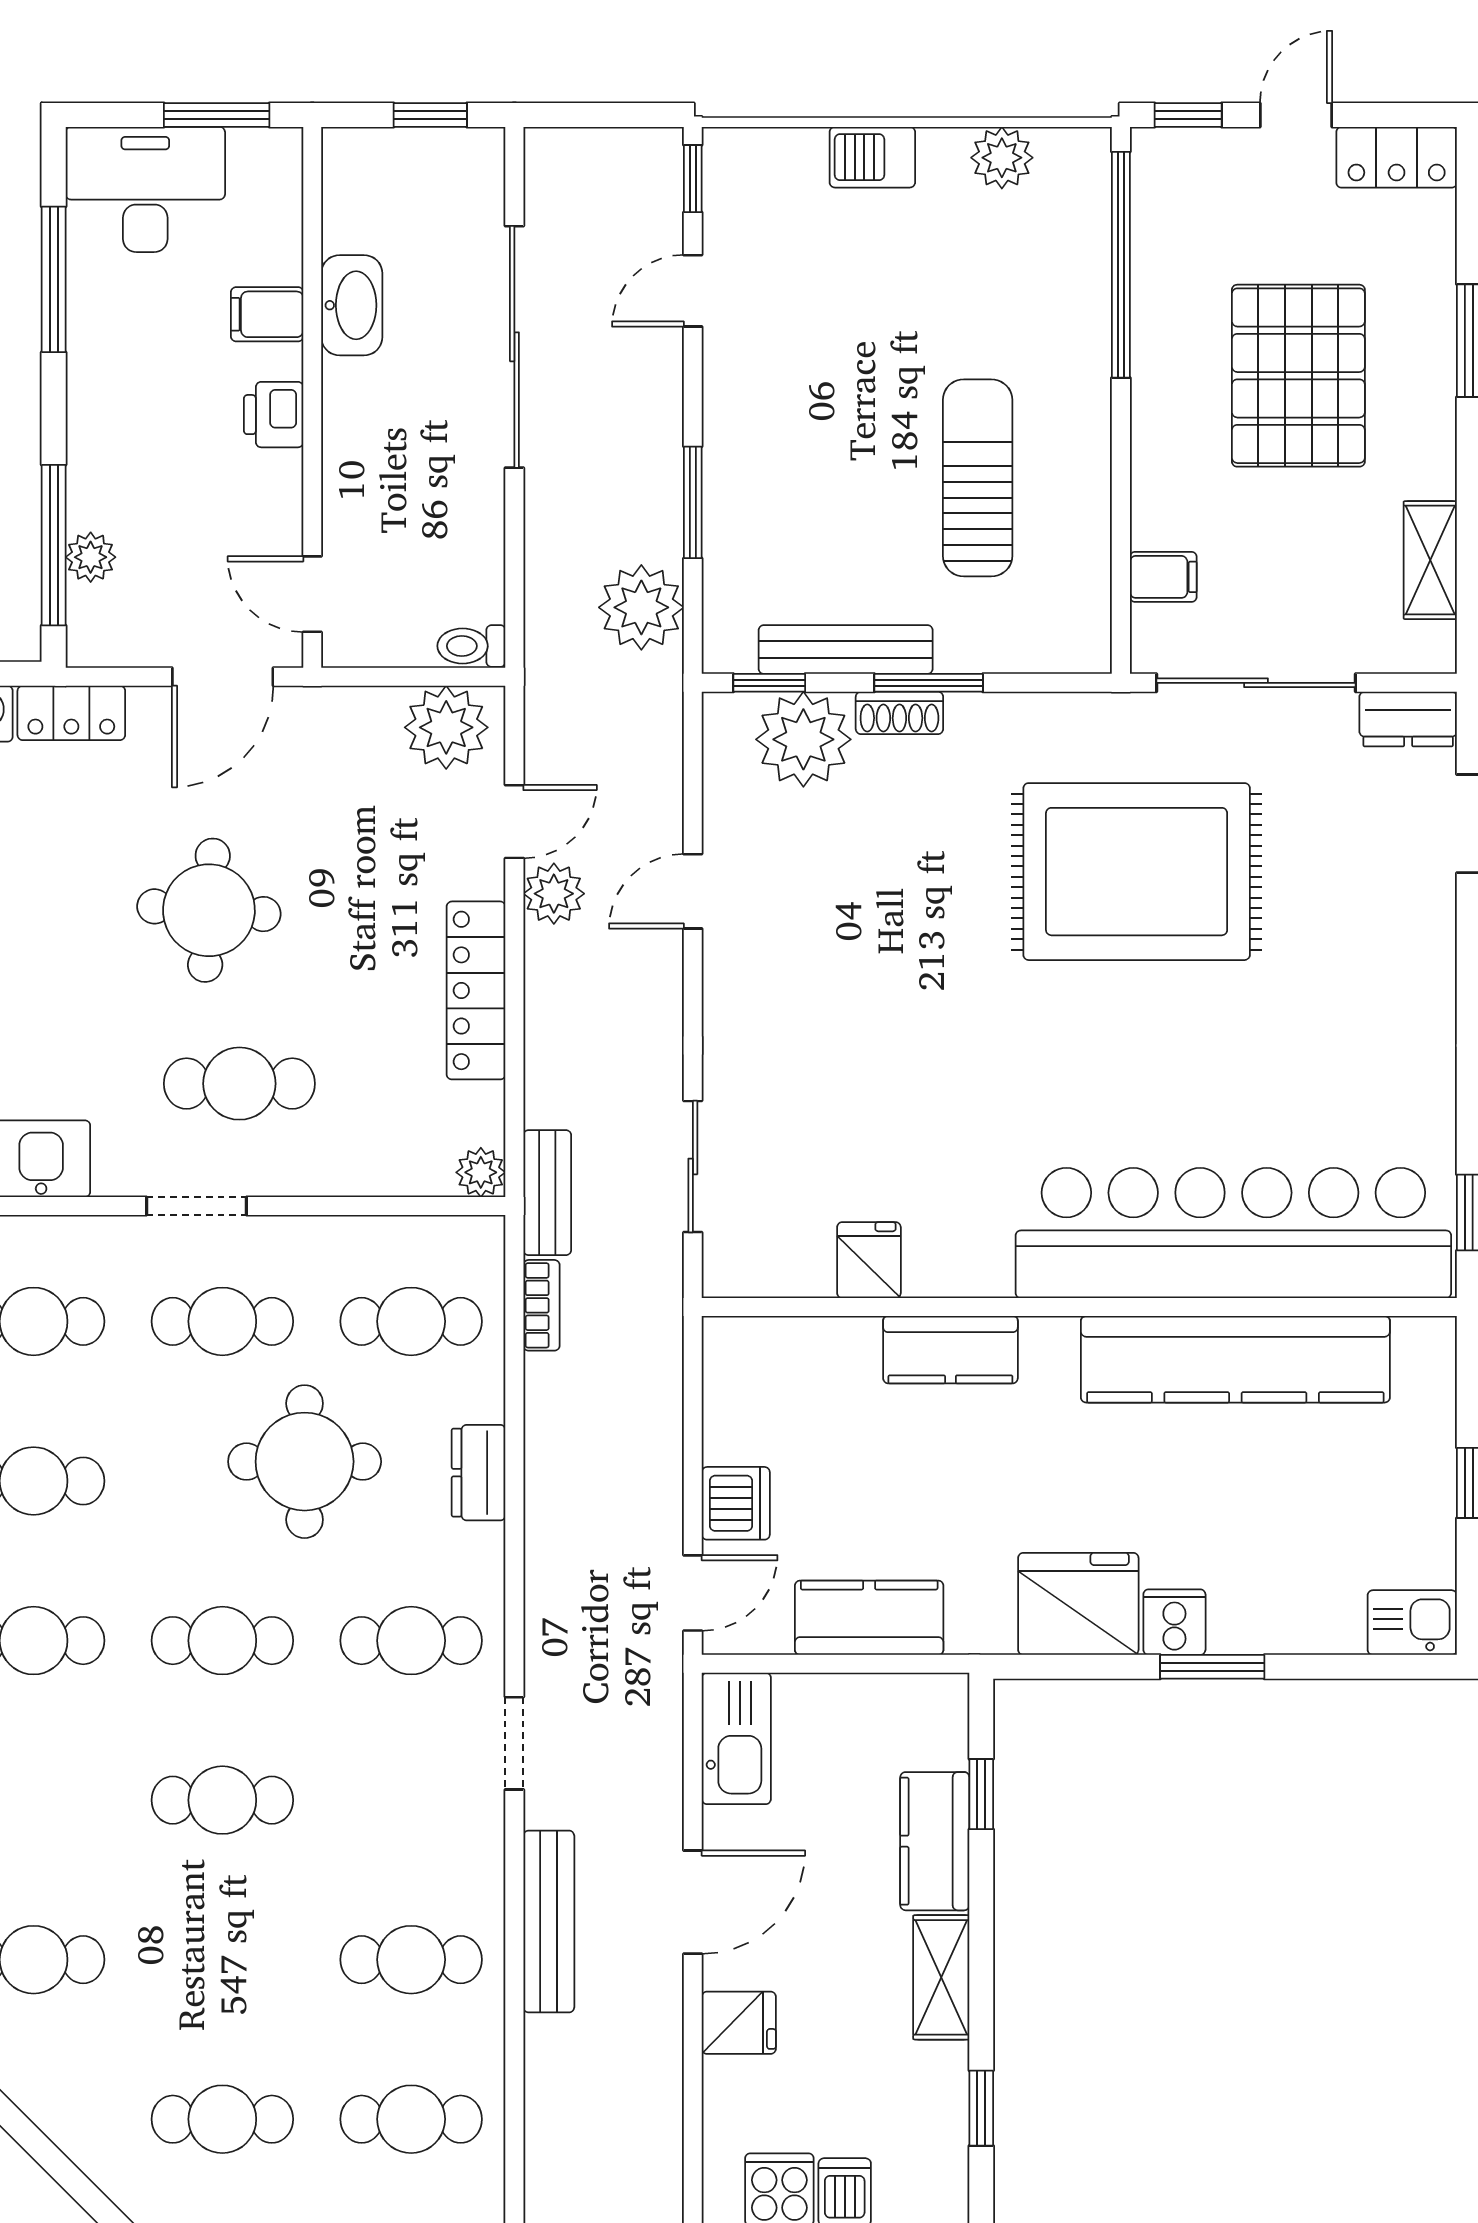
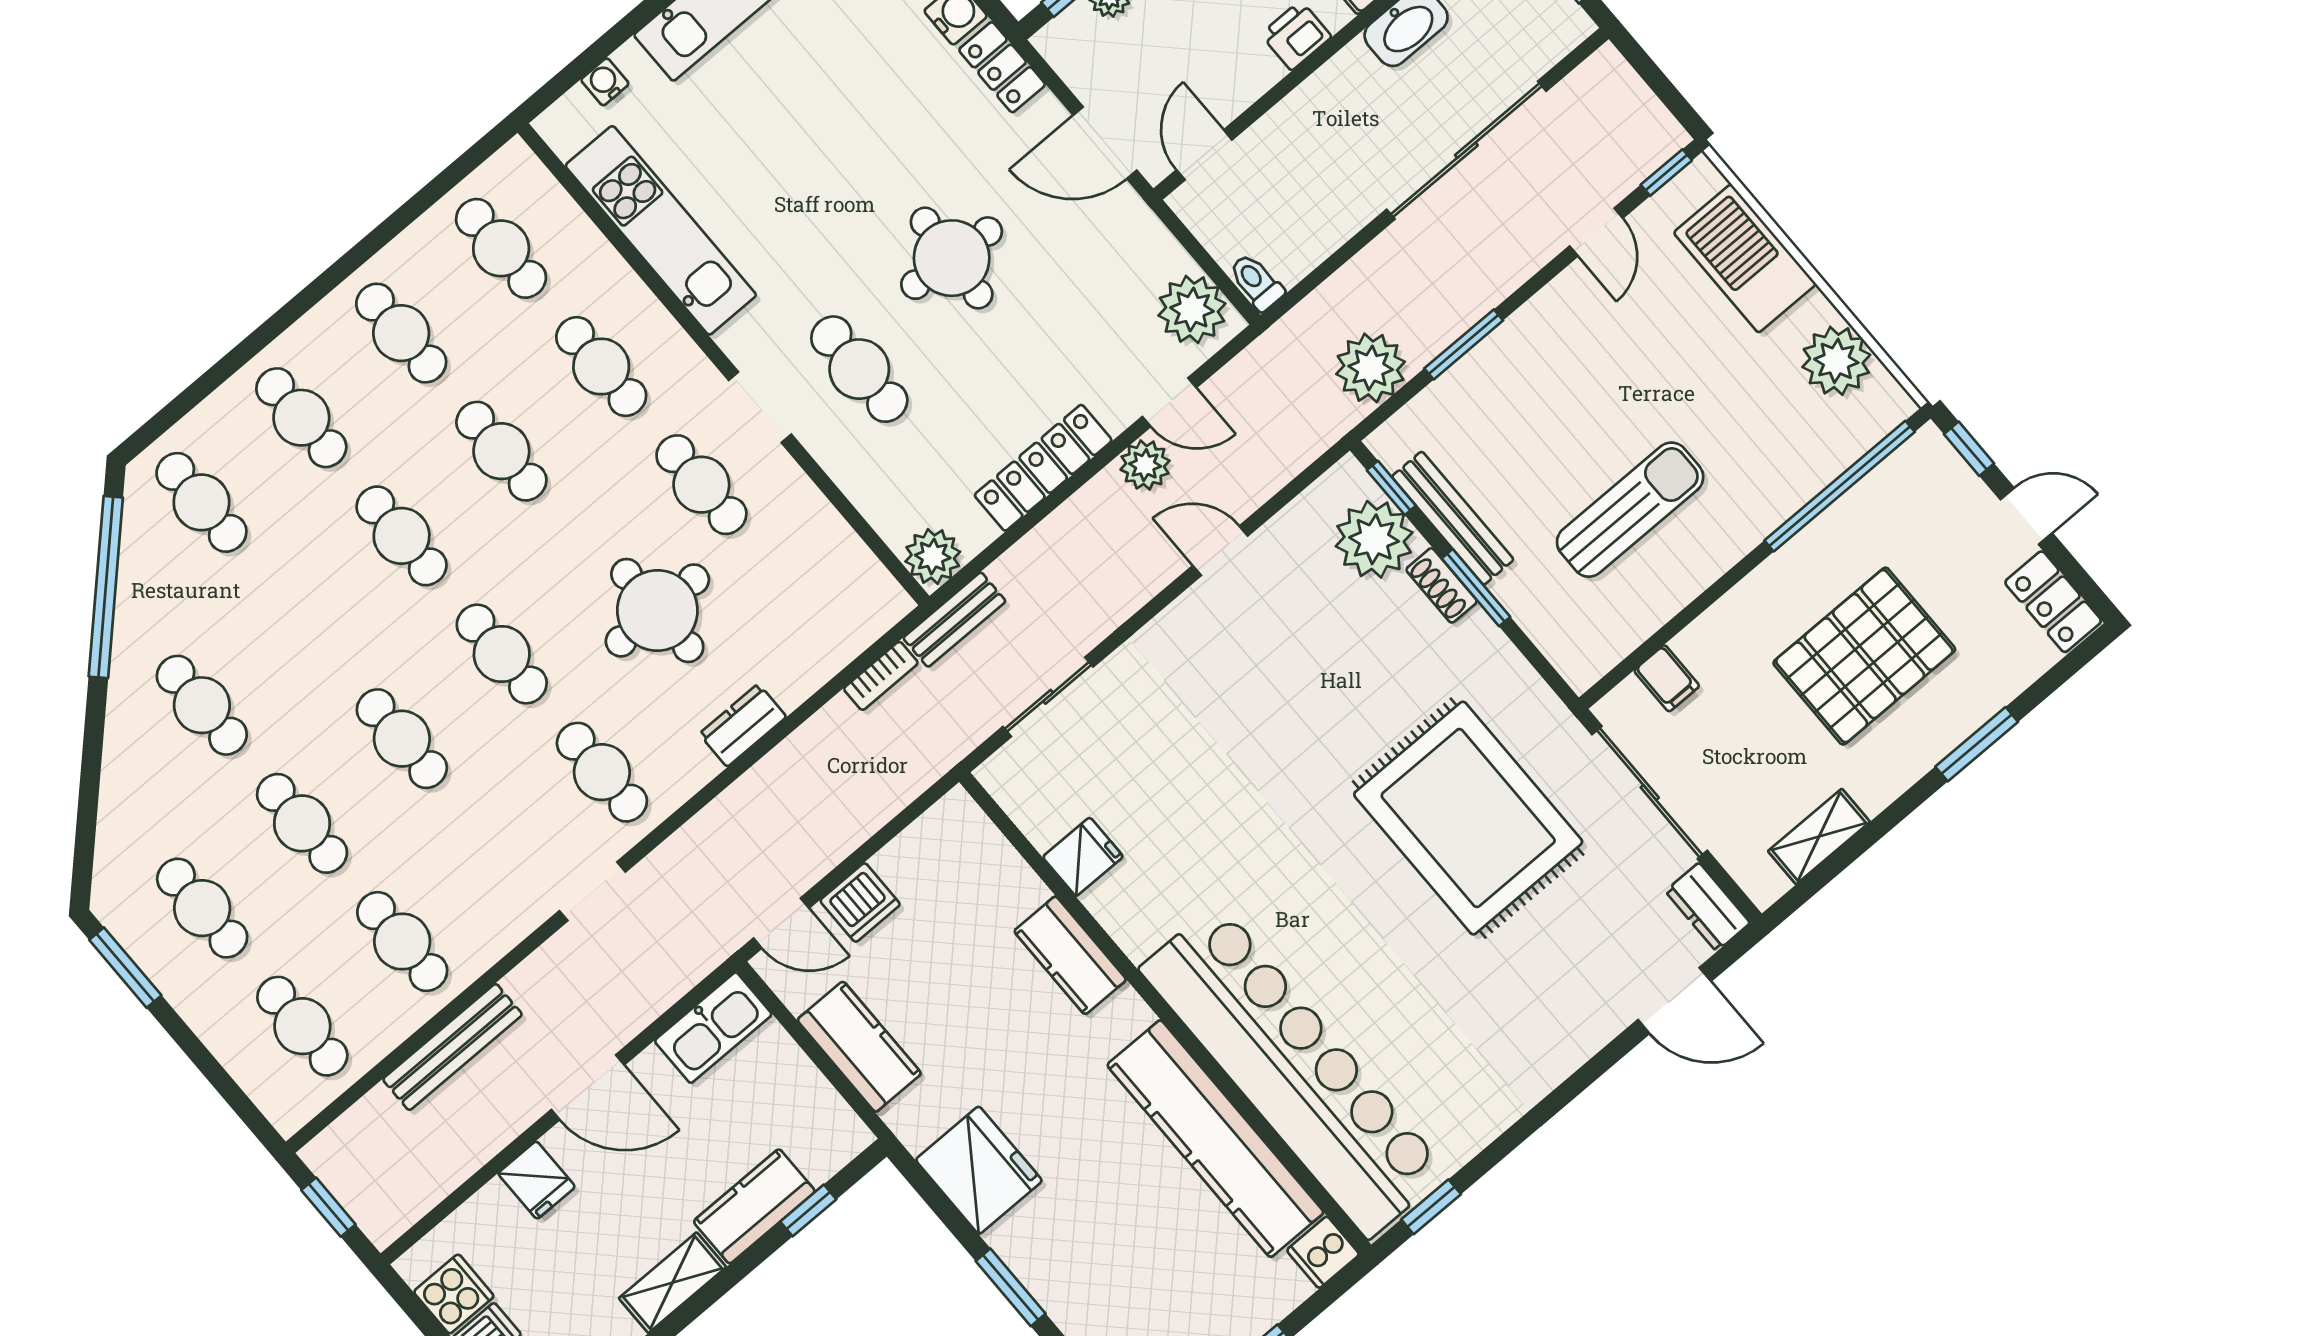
barbecue: (872, 157) -> (1745, 258), width x1.88, depth x1.53
plant: (1002, 158) -> (1836, 361), width x1.36, depth x1.36
door: (693, 291) -> (1596, 232), swing flipped
plant: (481, 1172) -> (933, 557), width x1.38, depth x1.38
cafe table: (411, 1321) -> (302, 823), moved
cooker: (1174, 1622) -> (1323, 1252), moved, turned 180
bench: (549, 1922) -> (452, 1047), moved

